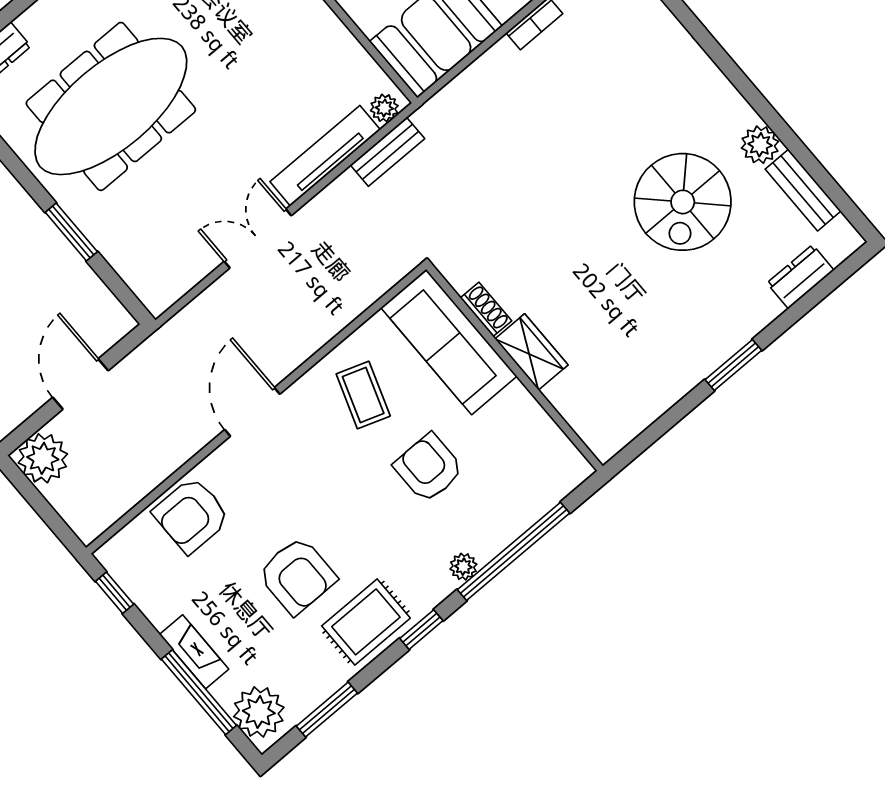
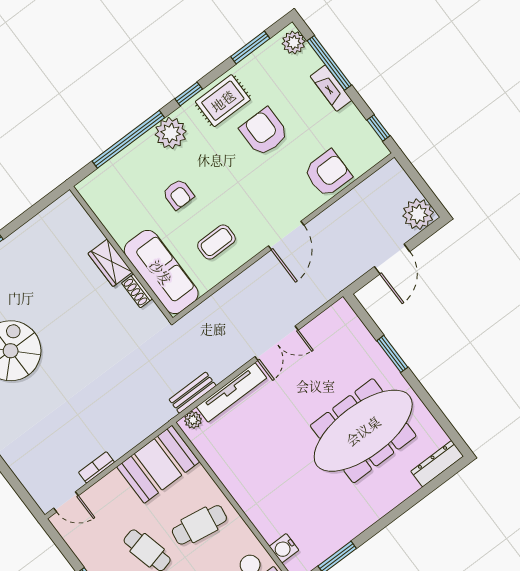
coffee table: (363, 395) -> (216, 242), turned 71
armchair: (429, 468) -> (178, 194), width x0.72, depth x0.72
plant: (463, 567) -> (171, 133), width x1.88, depth x1.88
plant: (259, 712) -> (294, 42), width x0.73, depth x0.73

